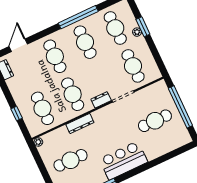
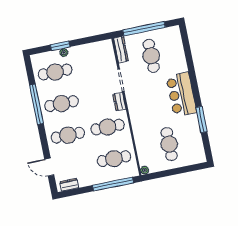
cafe table: (133, 66) -> (95, 64), removed
window: (17, 113) -> (113, 184), width x3.17
dresser: (80, 124) -> (121, 50), moved

